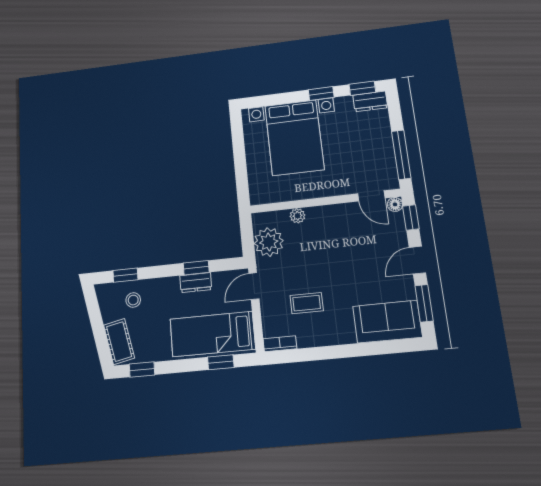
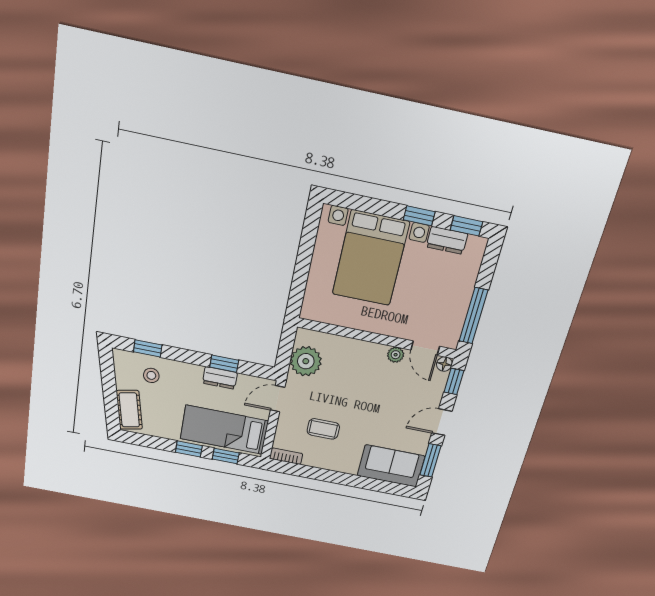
dresser: (370, 101) -> (447, 240), moved
plant: (298, 216) -> (396, 355), moved
window: (142, 369) -> (189, 449), moved

